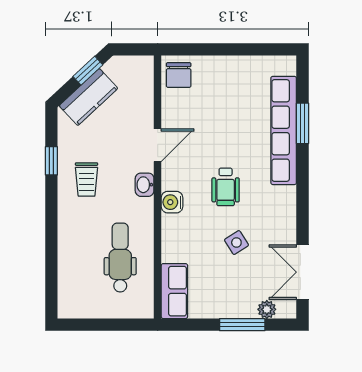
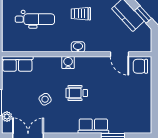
row of seats: (284, 130) -> (93, 126), width x0.50
door: (158, 145) -> (119, 54), moved
dental chair: (120, 258) -> (35, 19), moved

